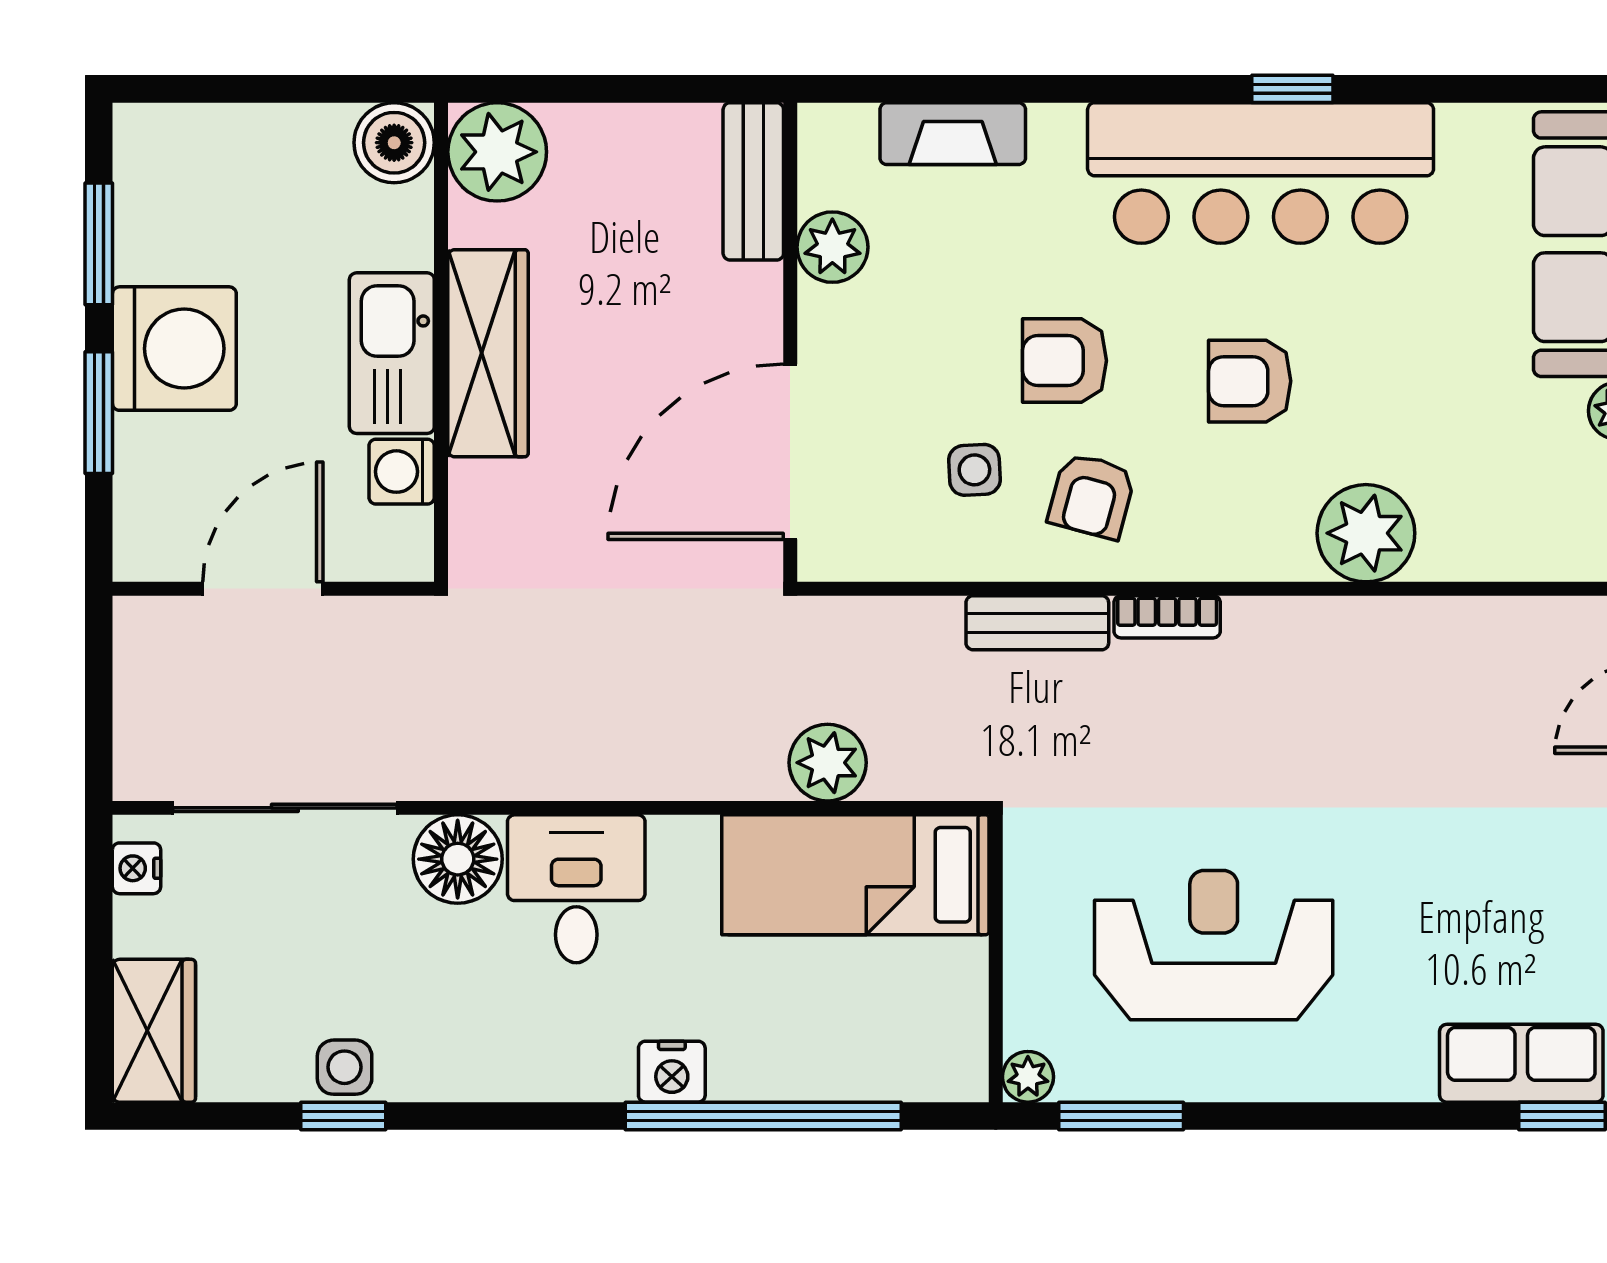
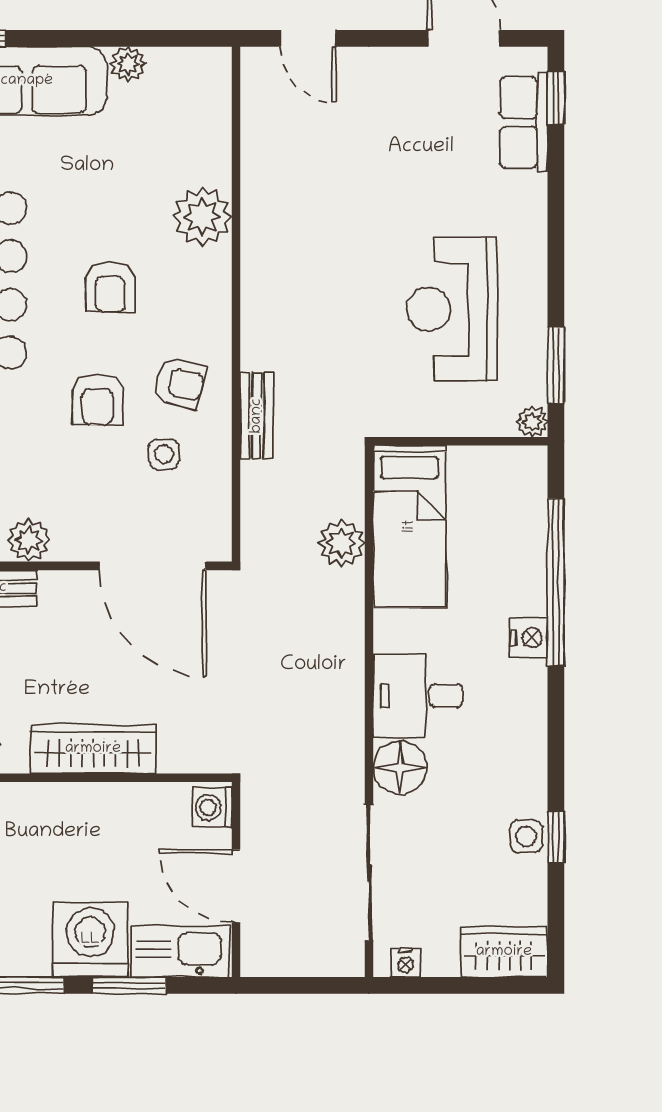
kitchen sink: (392, 353) -> (180, 951), moved, turned 180
washing machine: (402, 472) -> (212, 807), moved, turned 90
bookcase: (1167, 617) -> (253, 337), removed

